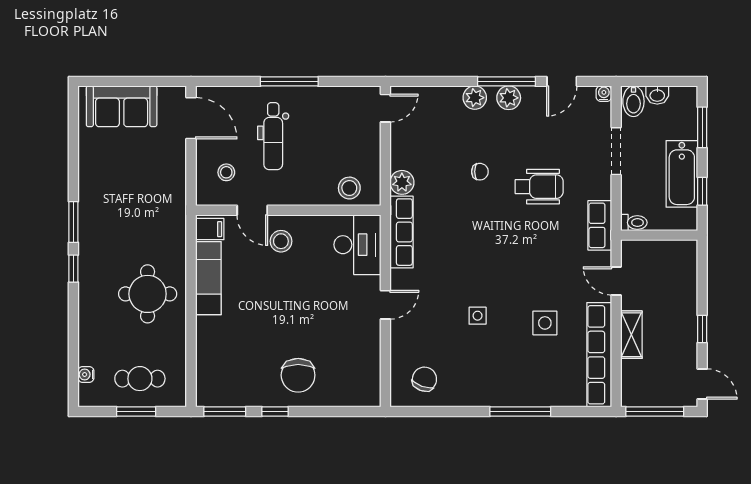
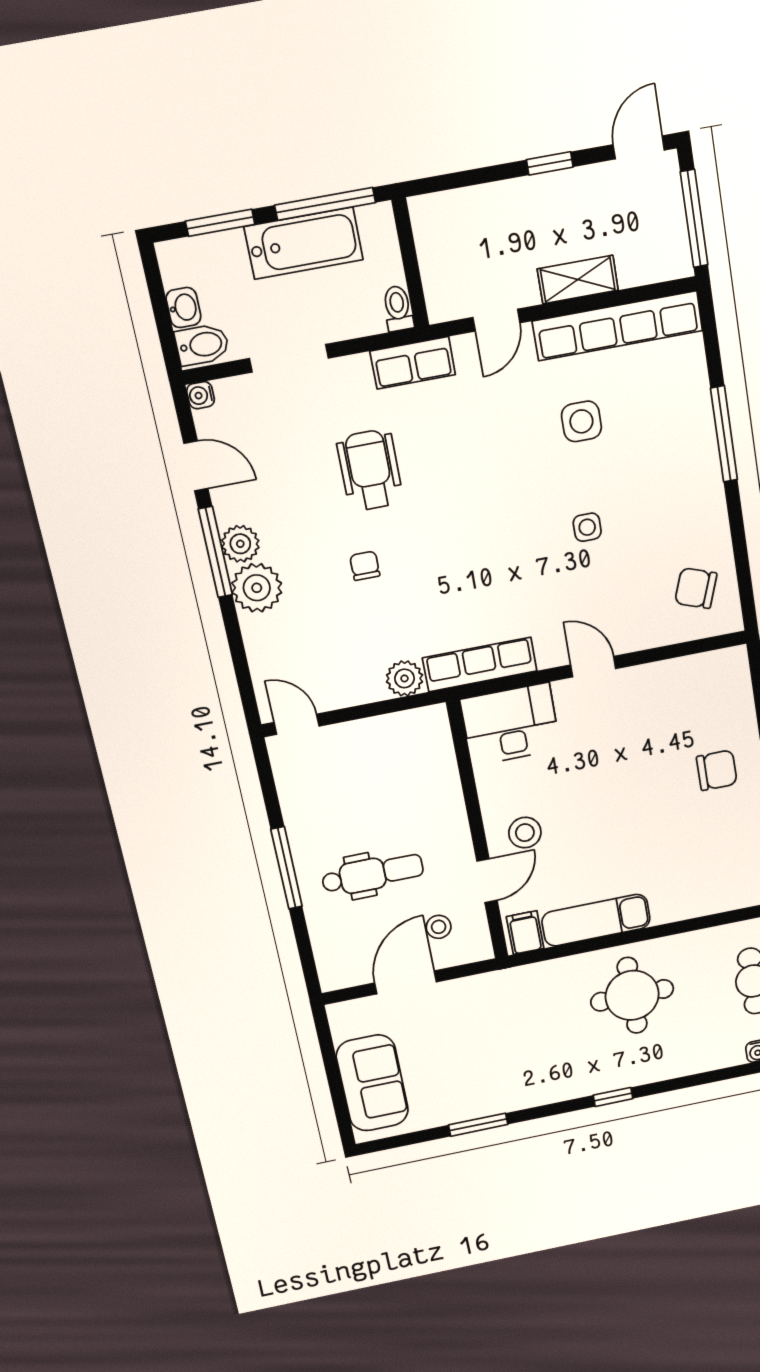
plant: (475, 98) -> (257, 588), width x1.36, depth x1.36
door: (191, 118) -> (406, 982), moved
stool: (349, 188) -> (428, 753), removed
window: (702, 191) -> (325, 204), width x2.17
window: (73, 222) -> (478, 1125), moved
chair: (298, 375) -> (717, 770), width x0.73, depth x0.73

